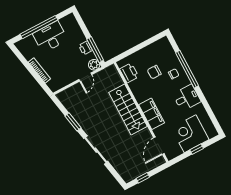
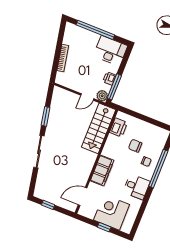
desk: (50, 37) -> (110, 51), moved
stairs: (128, 109) -> (99, 128), moved

